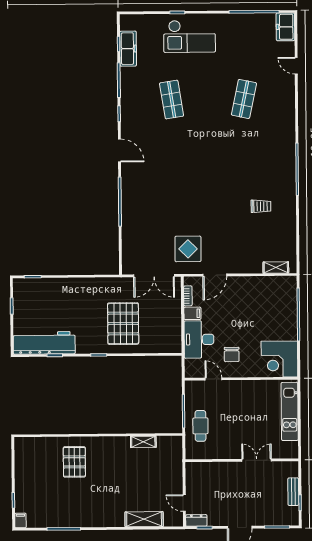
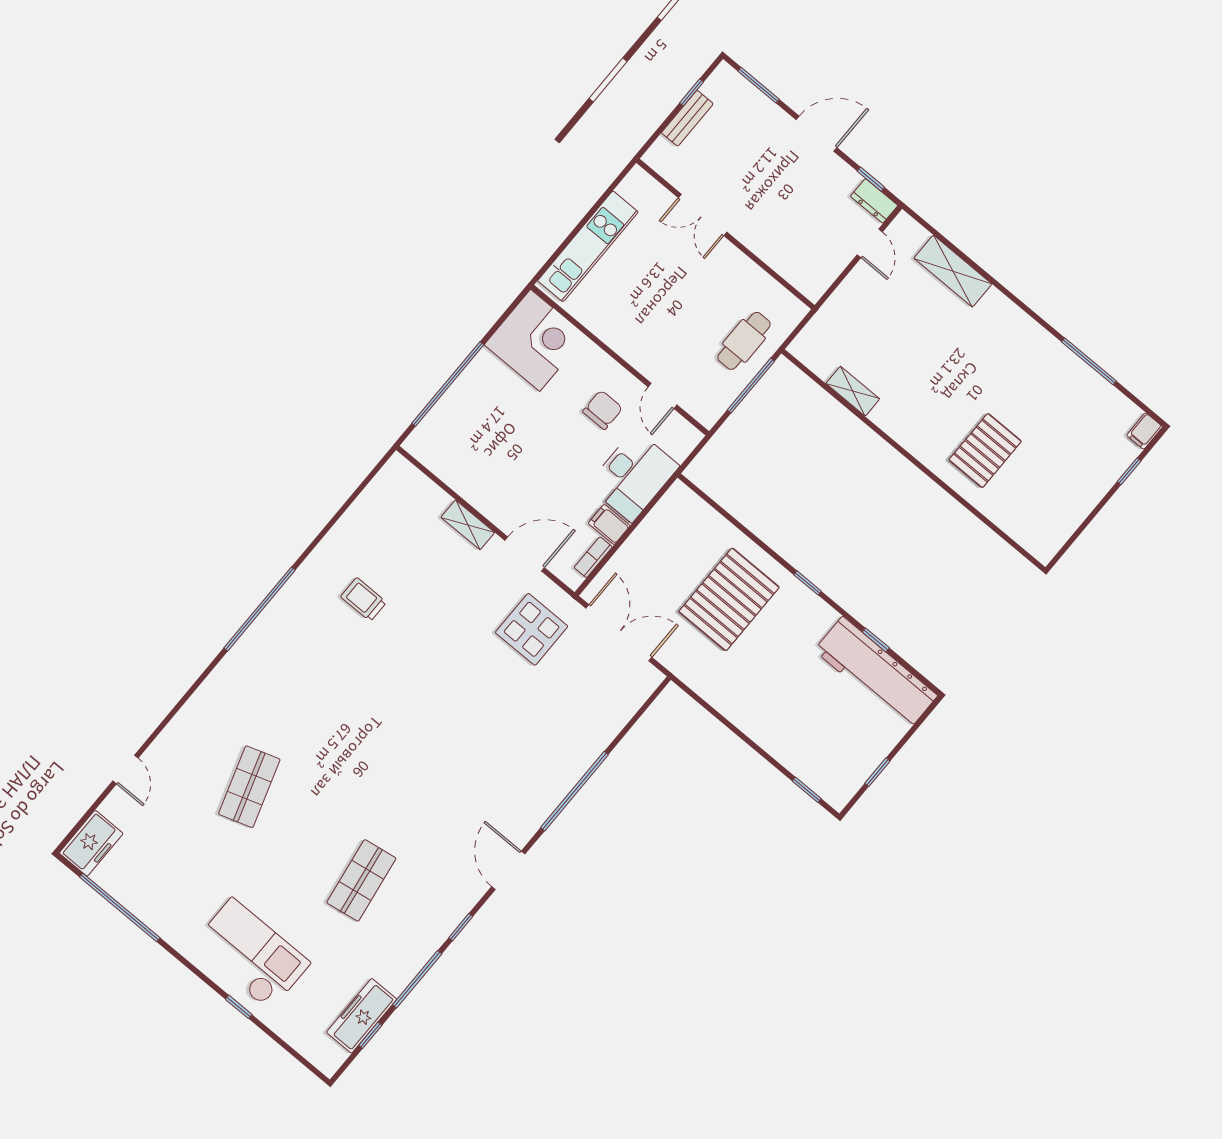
shop shelf: (244, 99) -> (249, 787), turned -30
shelving: (276, 268) -> (468, 525), moved

